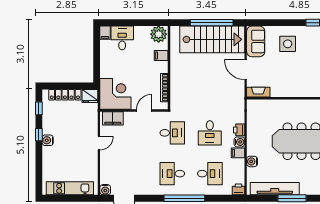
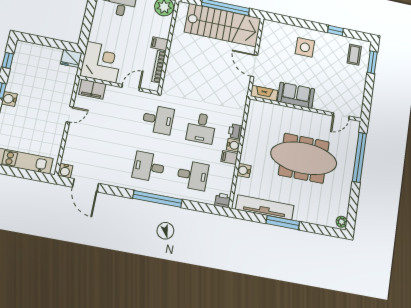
sofa: (256, 41) -> (296, 95), moved, turned -90
filing cabinet: (161, 56) -> (160, 44), moved
locker: (65, 95) -> (42, 51), removed

